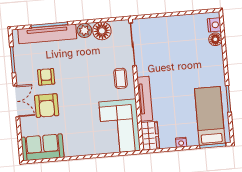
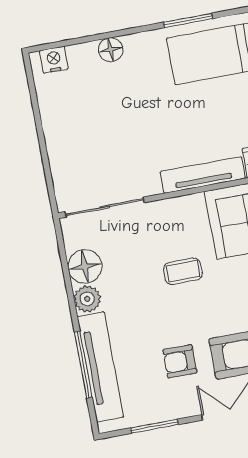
floor lamp: (215, 39) -> (111, 50), moved
coffee table: (121, 78) -> (183, 271), moved

